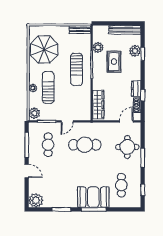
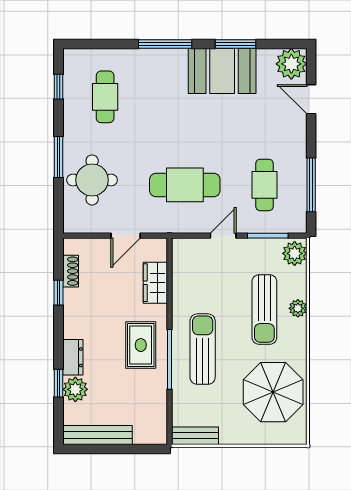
plant: (98, 48) -> (156, 397), removed
rug: (114, 62) -> (141, 345), moved
dresser: (136, 89) -> (73, 357), moved
wardrobe: (98, 105) -> (155, 283), width x0.67
door: (126, 121) -> (126, 236), moved
door: (27, 171) -> (311, 99), moved
booth: (93, 197) -> (222, 71), moved

